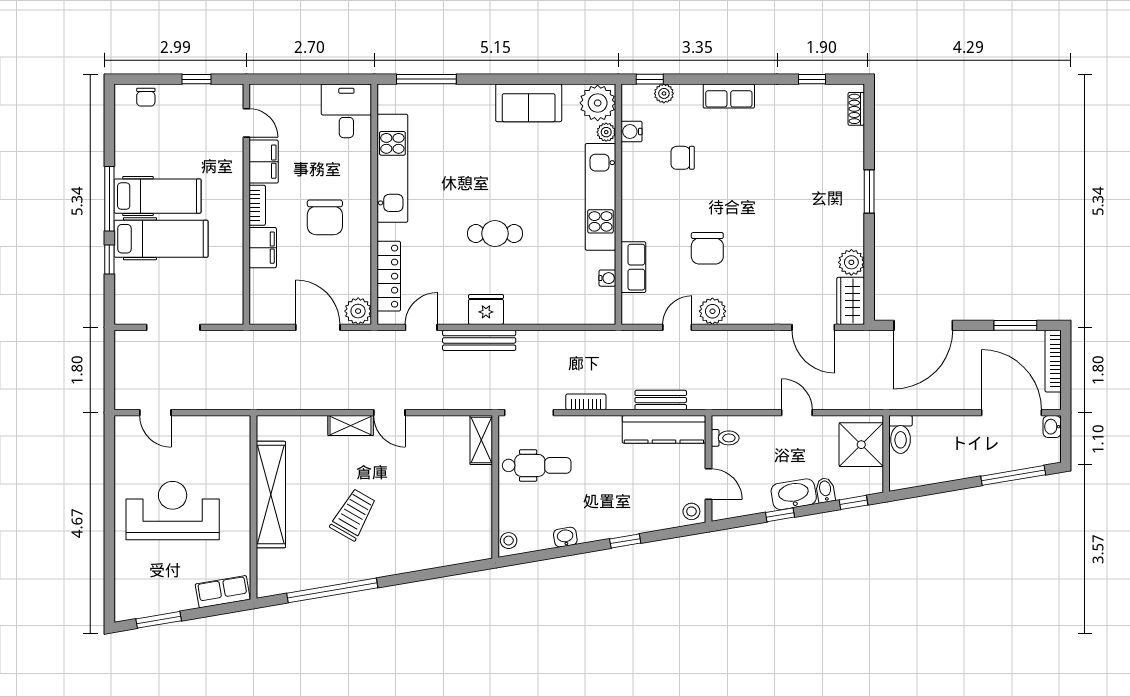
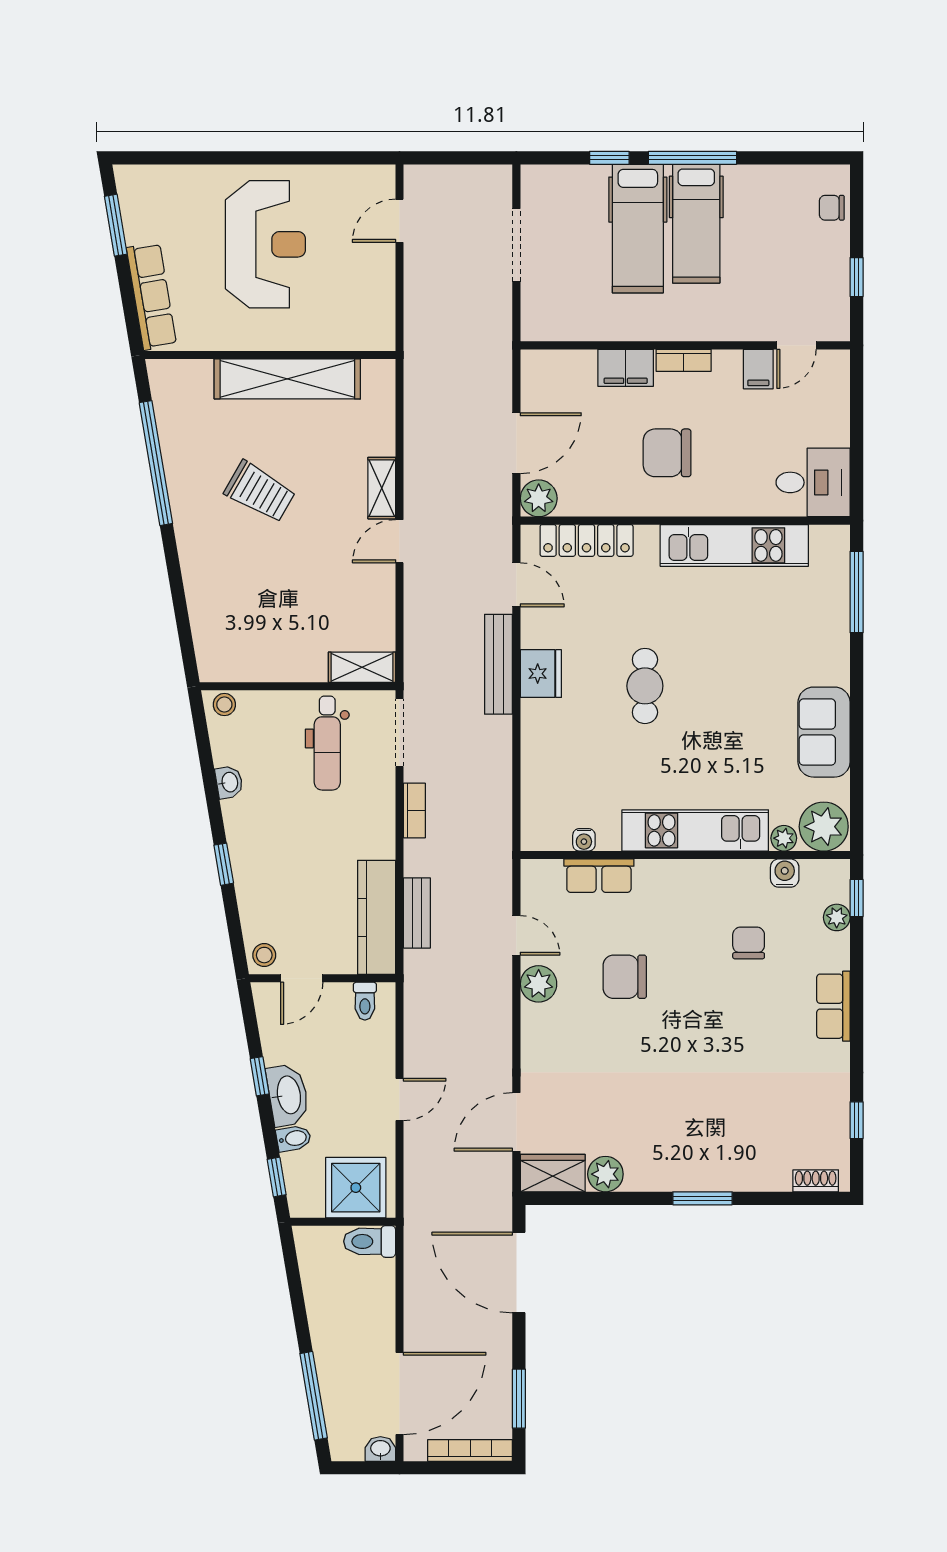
filing cabinet: (264, 162) -> (758, 369), width x0.50
row of seats: (223, 592) -> (151, 296), width x1.48

